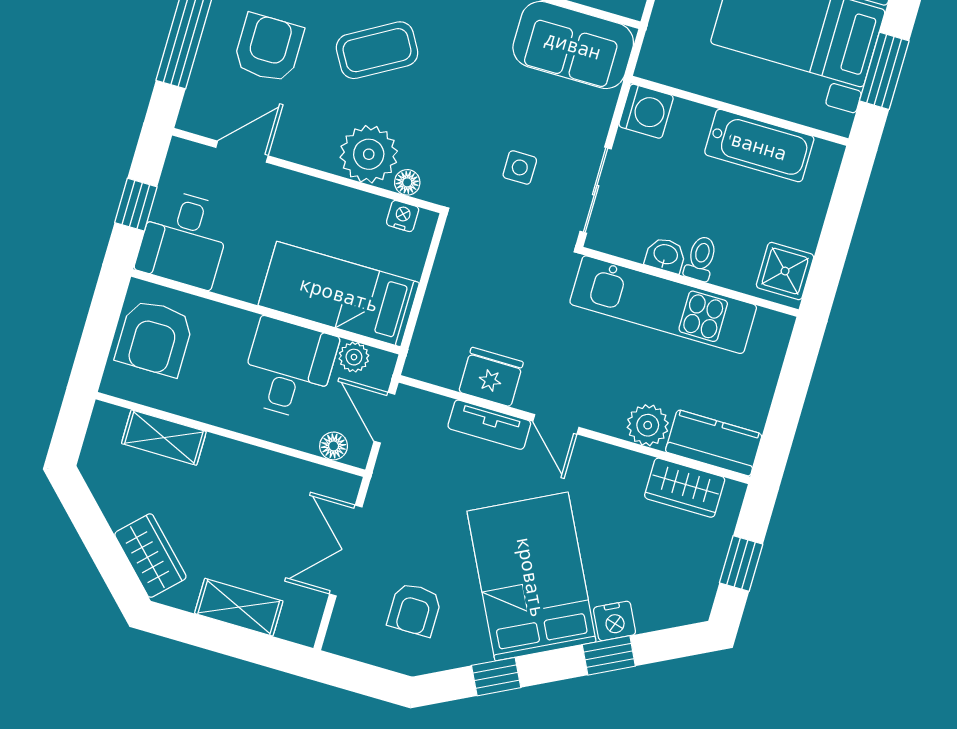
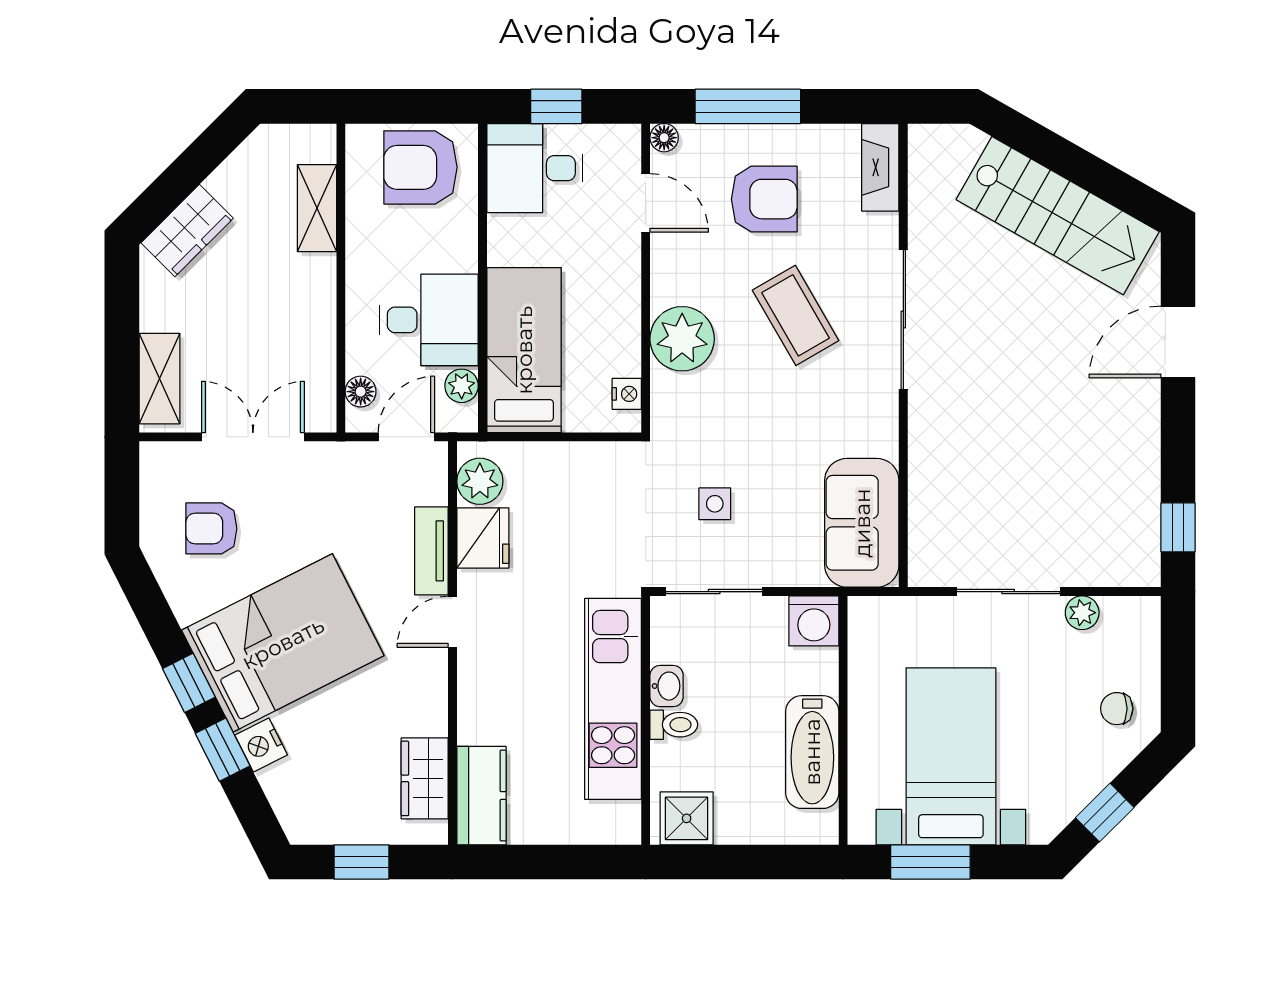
floor lamp: (407, 182) -> (664, 138), moved
plant: (648, 425) -> (480, 481), moved
shelving: (239, 607) -> (159, 379), moved
window: (496, 677) -> (189, 683), moved

